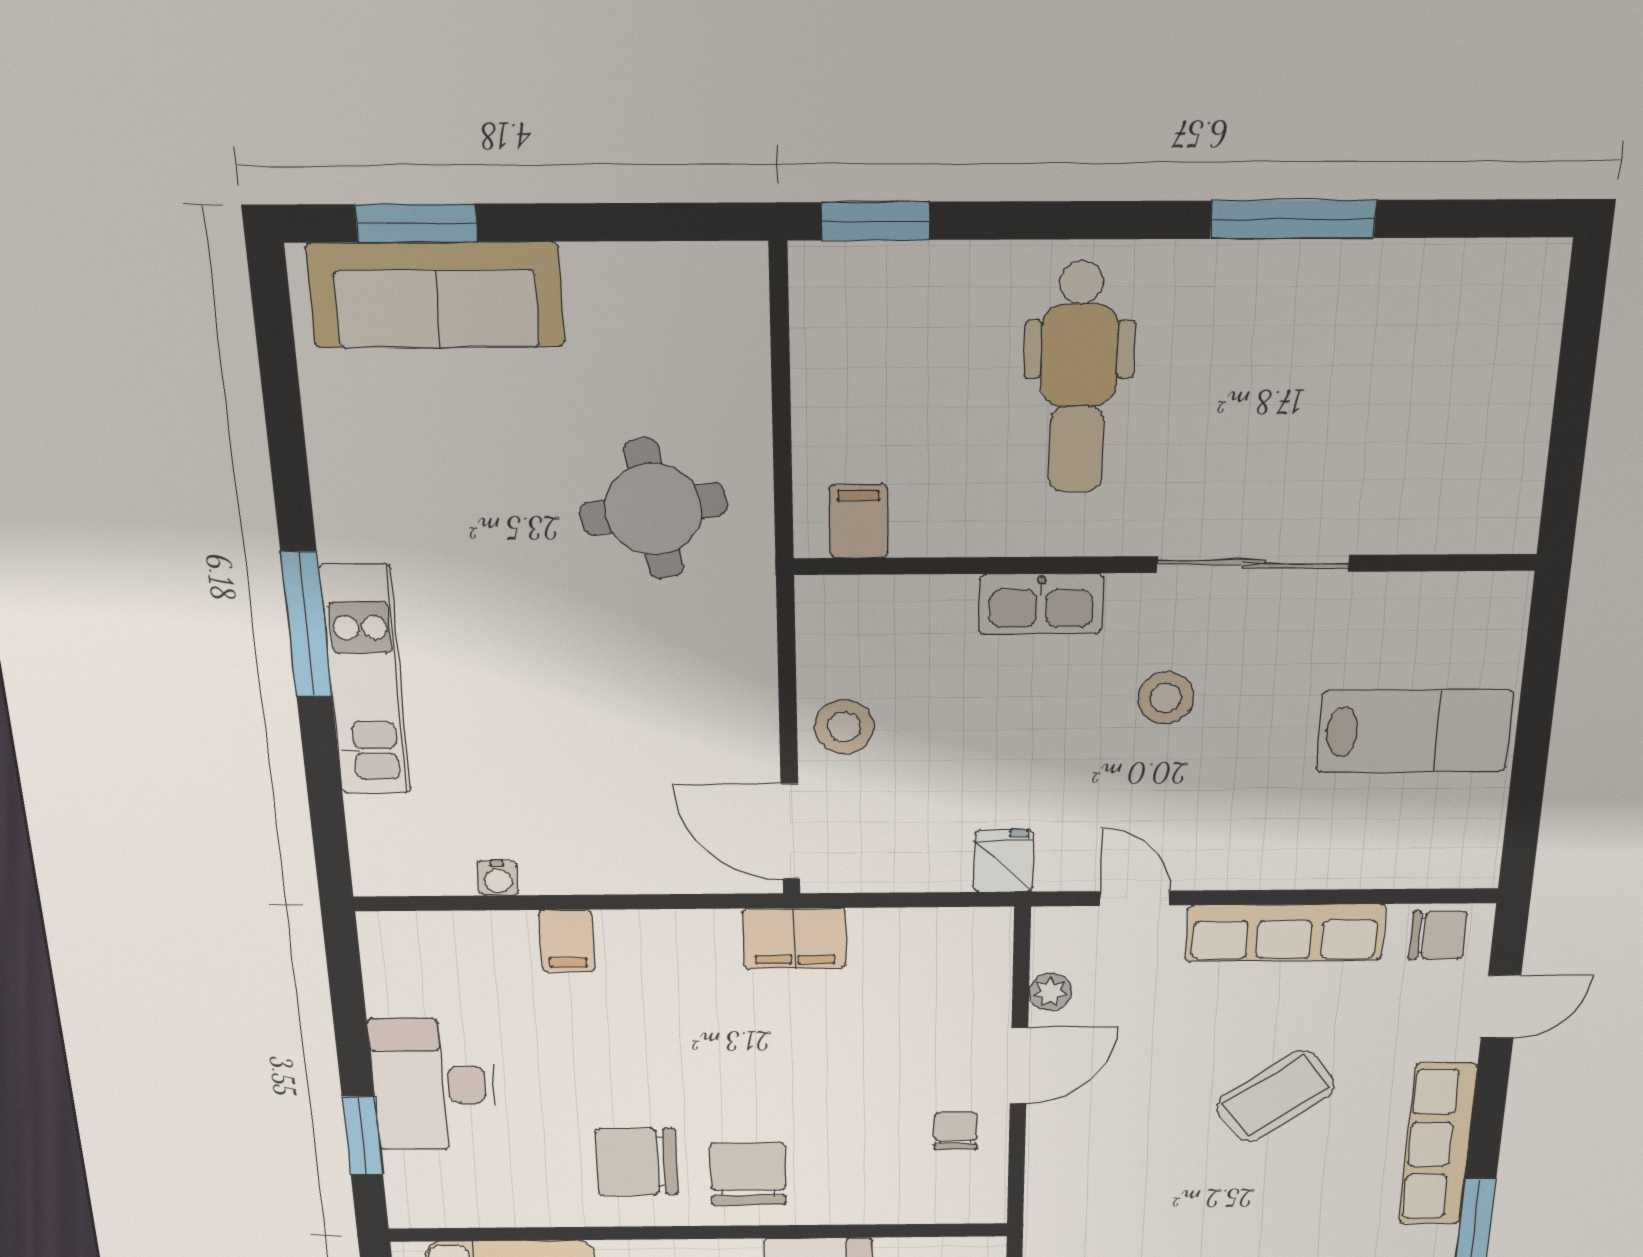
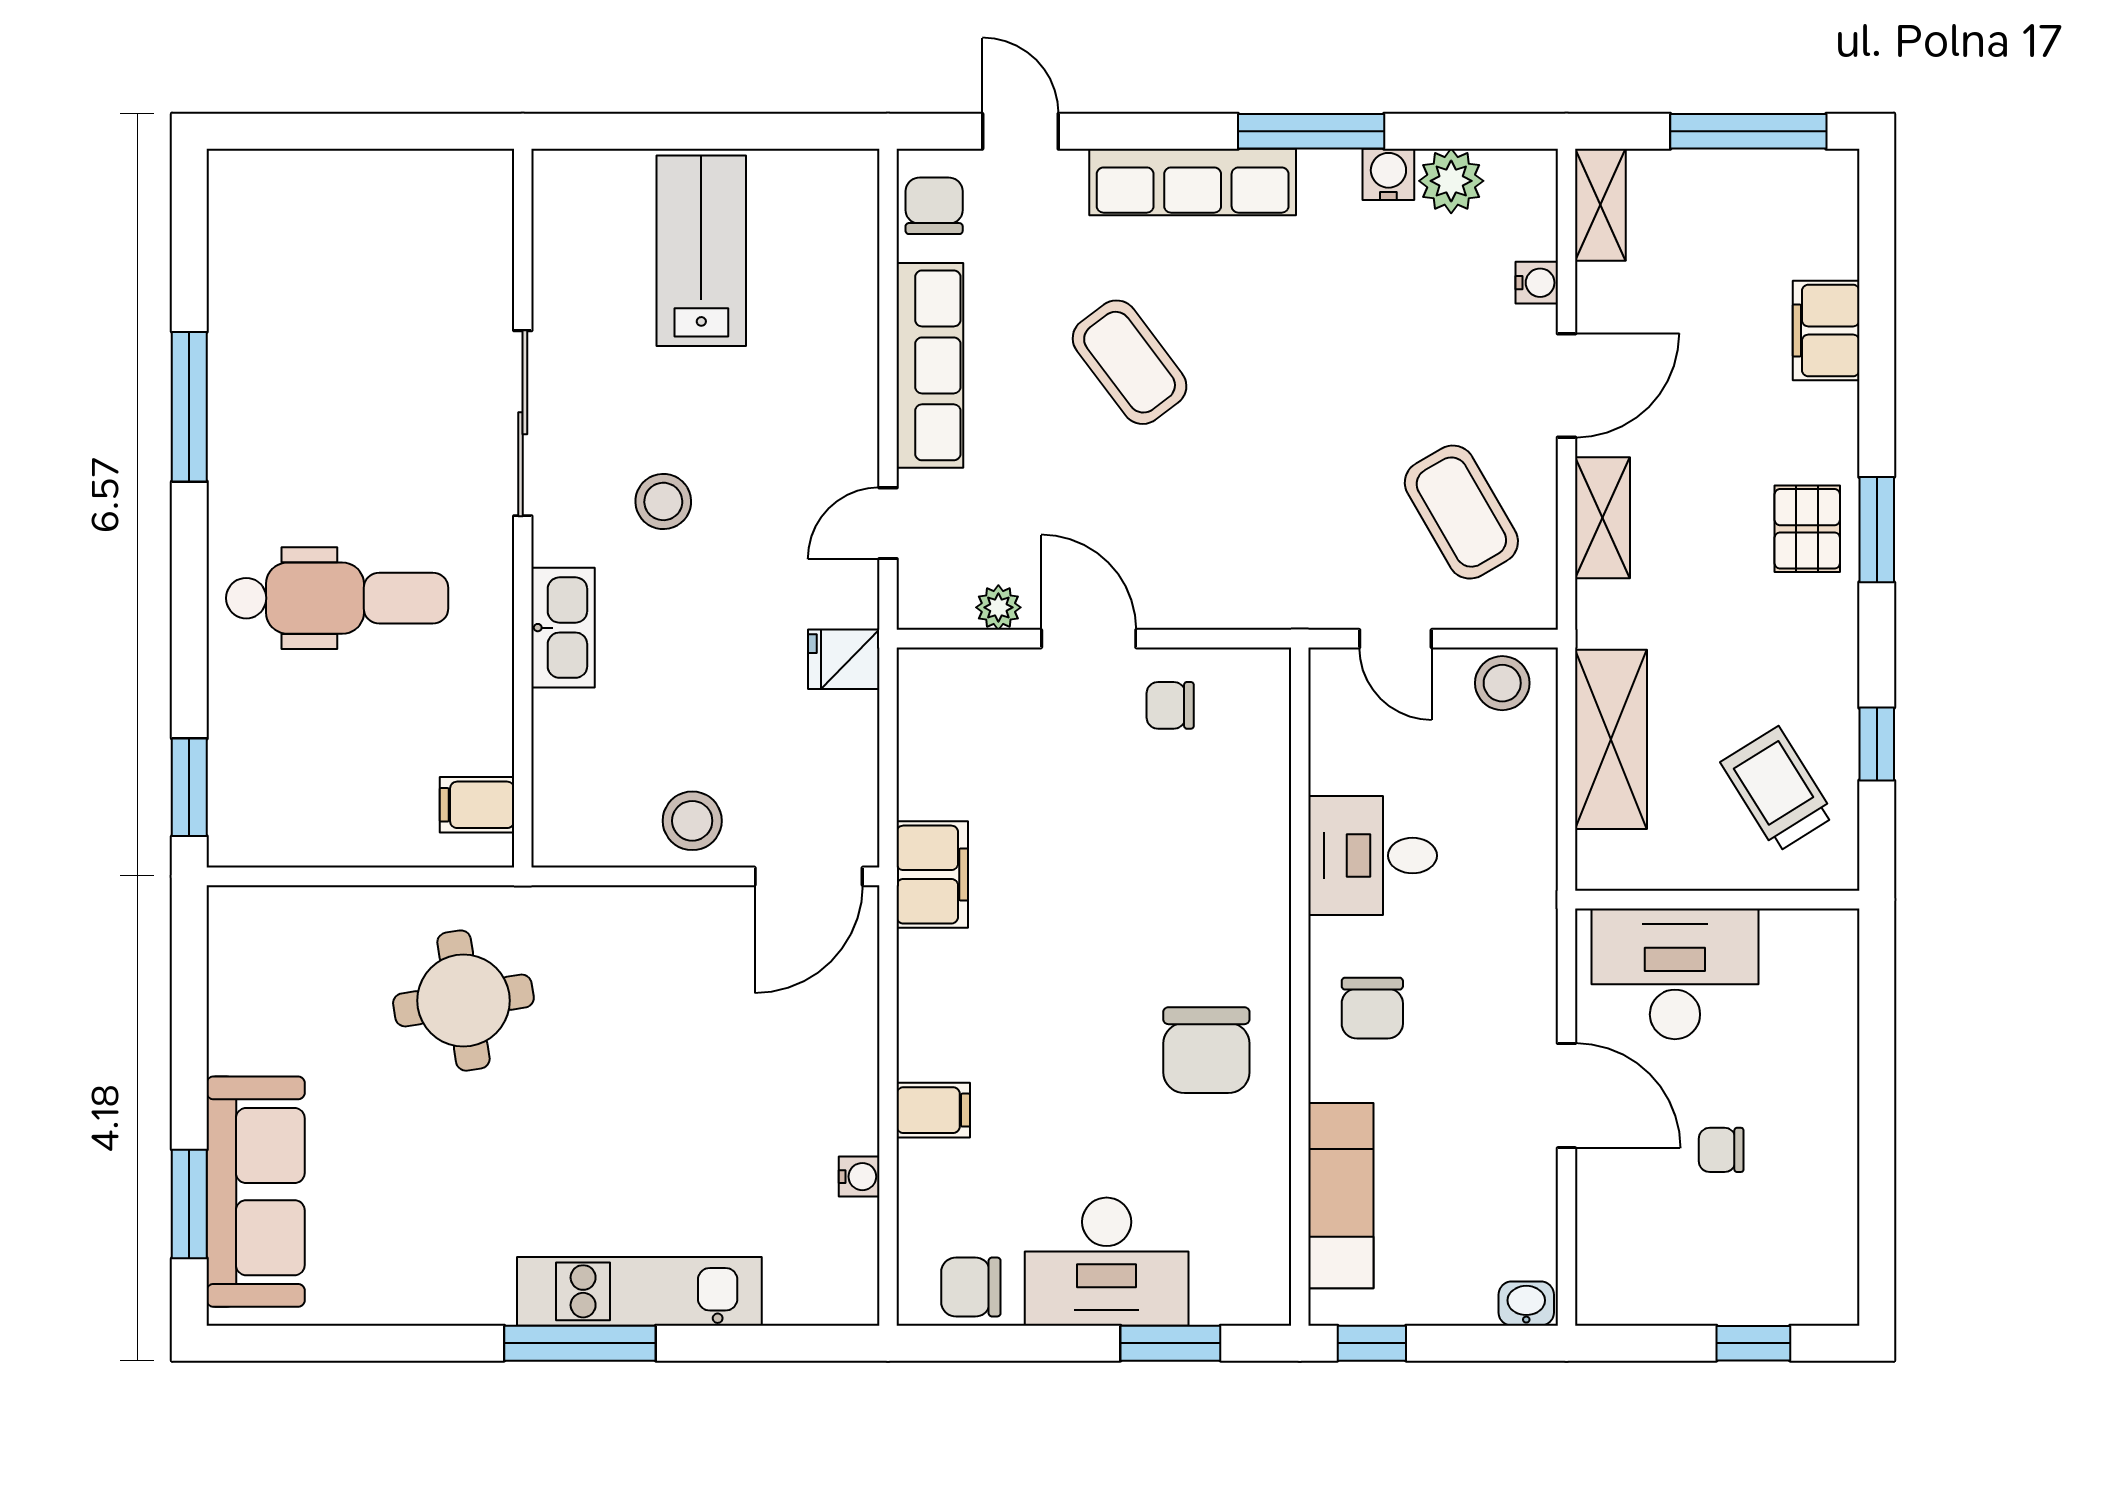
chair: (748, 1174) -> (971, 1287), moved, width x0.73, depth x0.73

